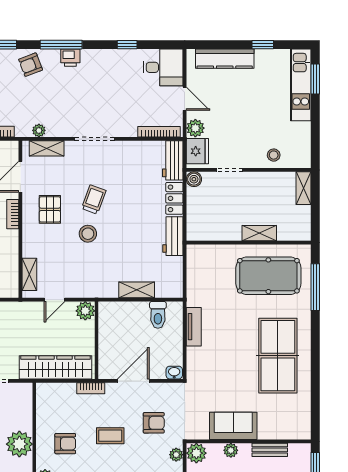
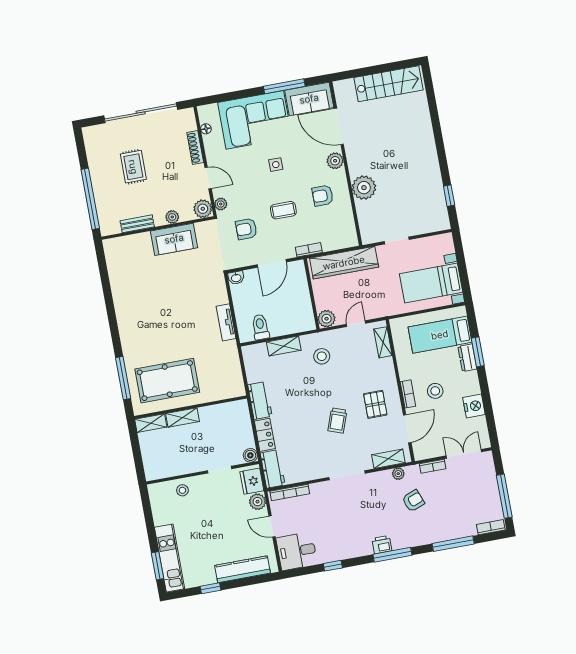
armchair: (31, 65) -> (413, 501), moved
shelving: (303, 188) -> (151, 423), moved, turned 90
stool: (88, 234) -> (322, 356), moved
table tennis table: (278, 356) -> (145, 310), removed

